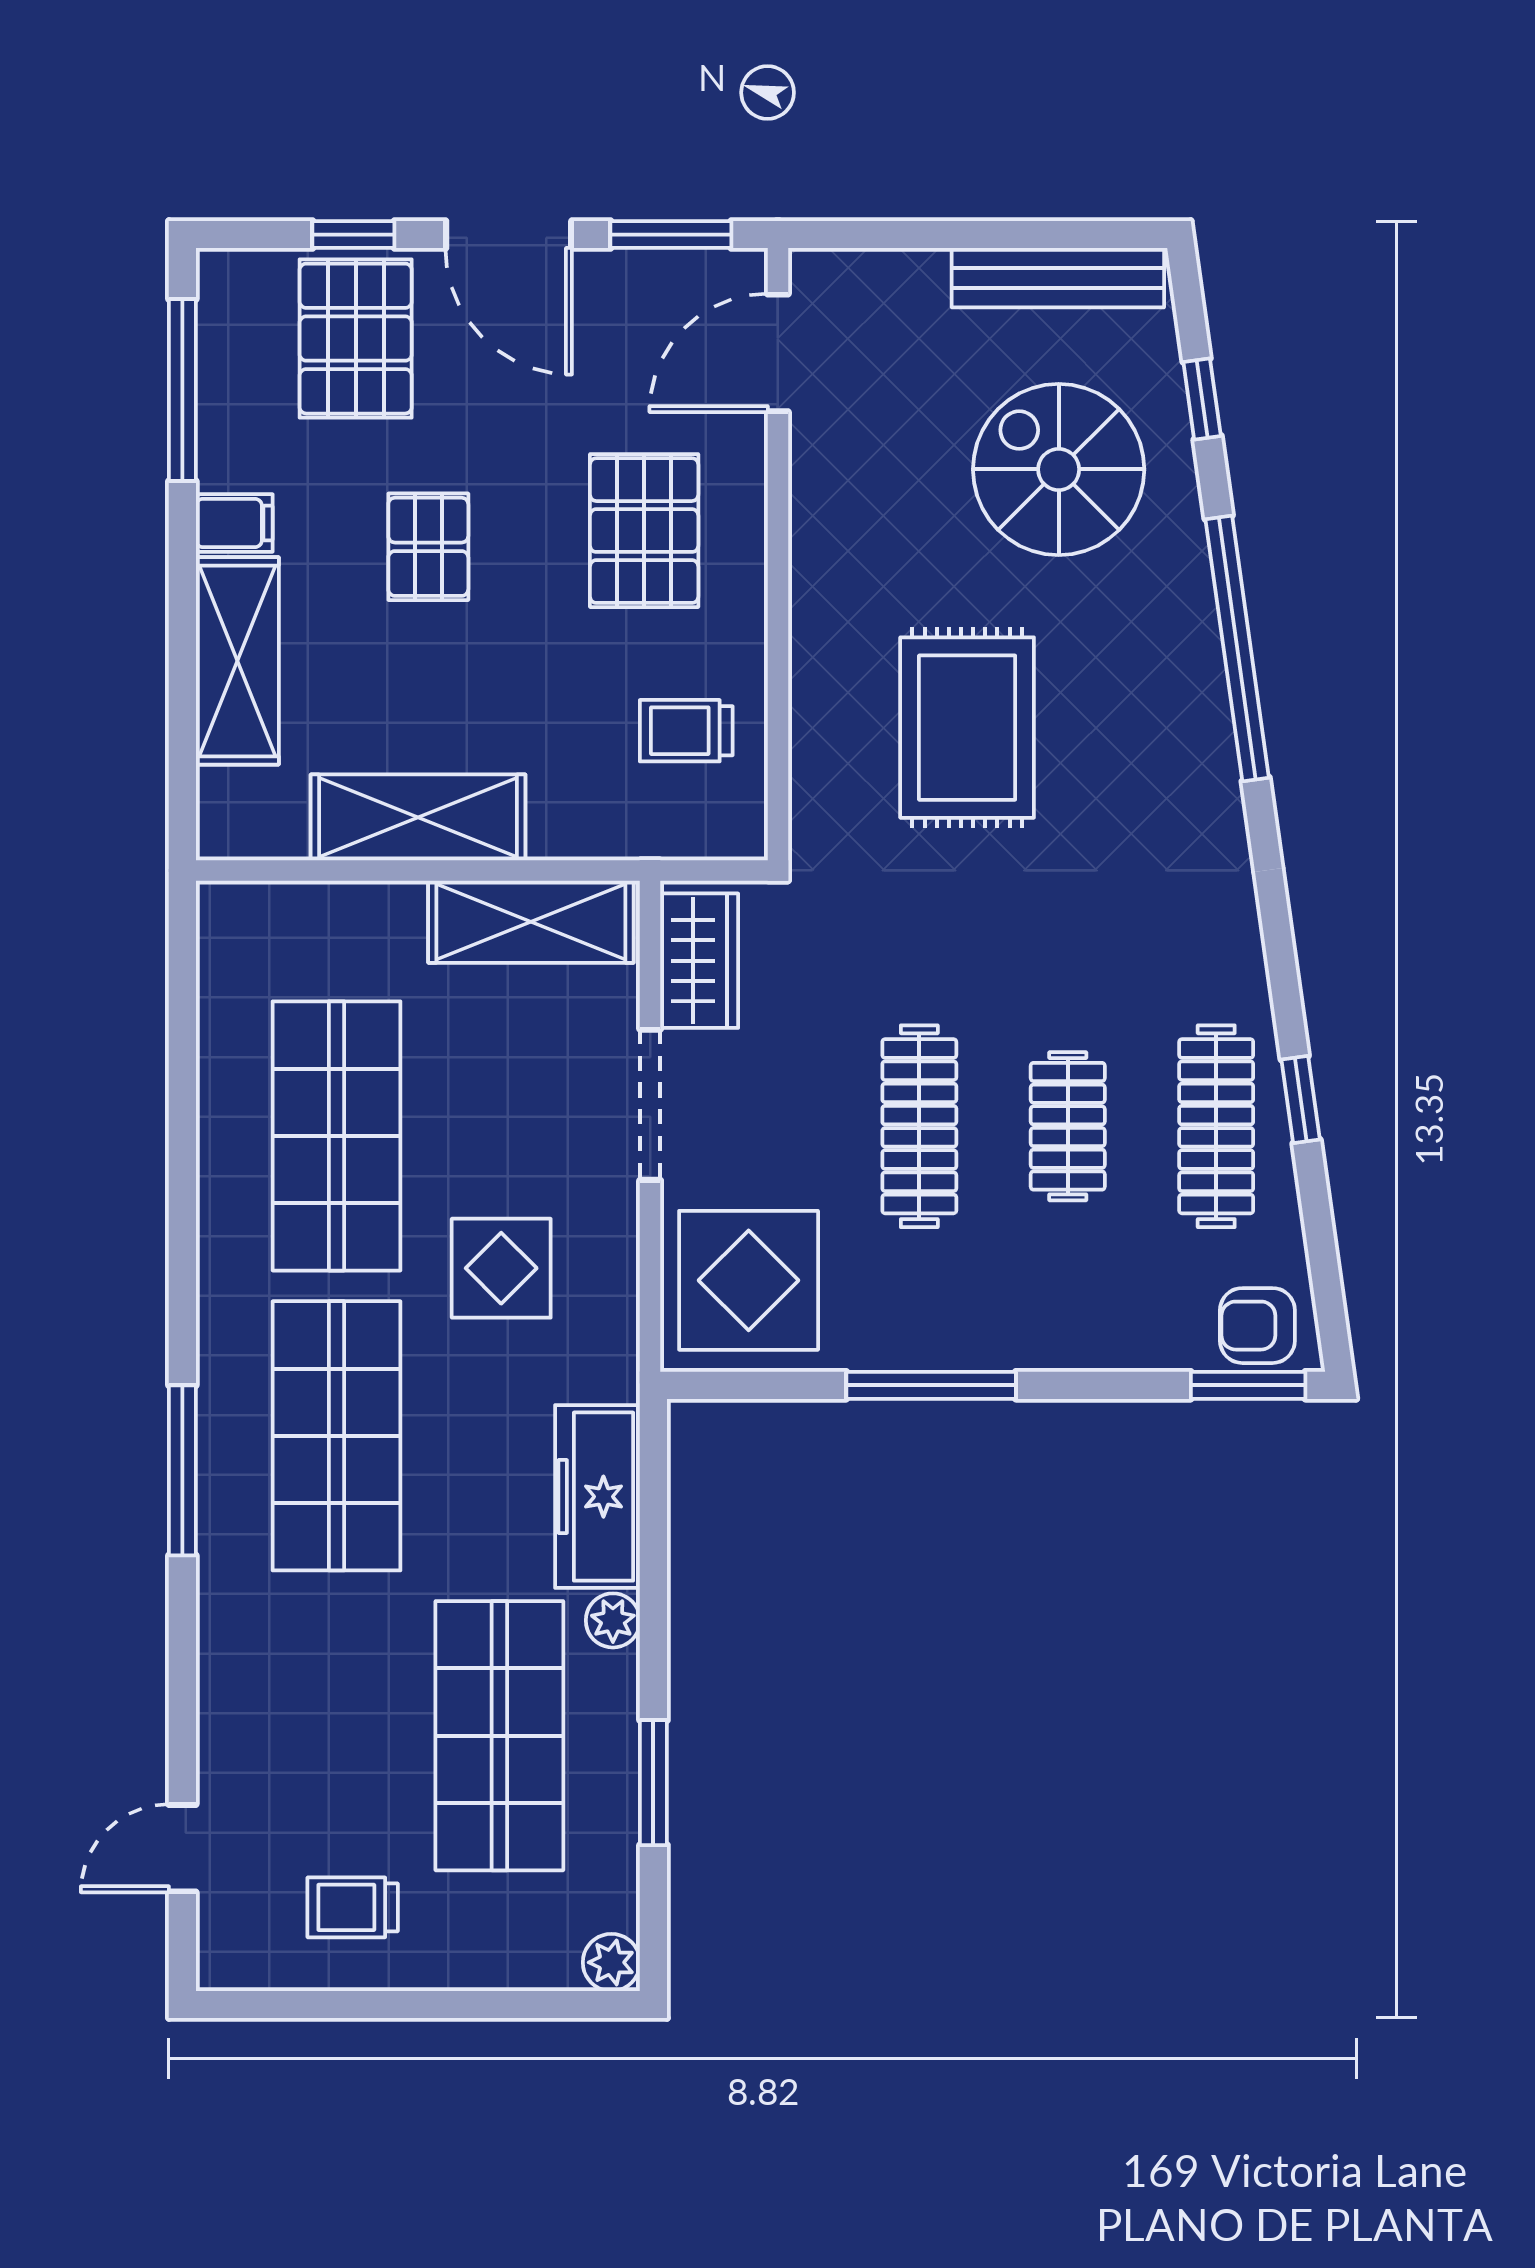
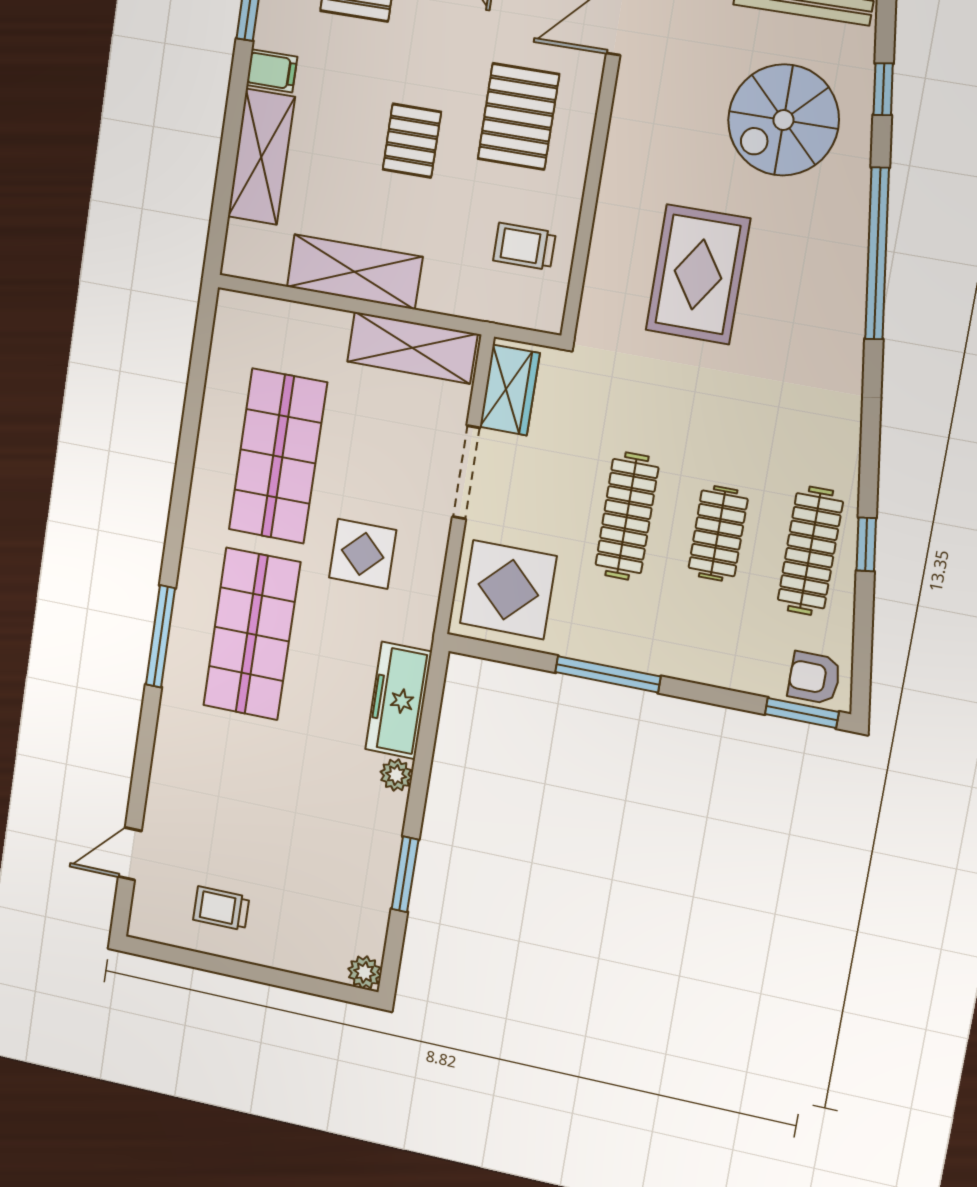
spiral stairs: (1059, 469) -> (783, 120), turned -90
pallet: (428, 547) -> (412, 141), moved
shop shelf: (499, 1736) -> (320, 828), removed

